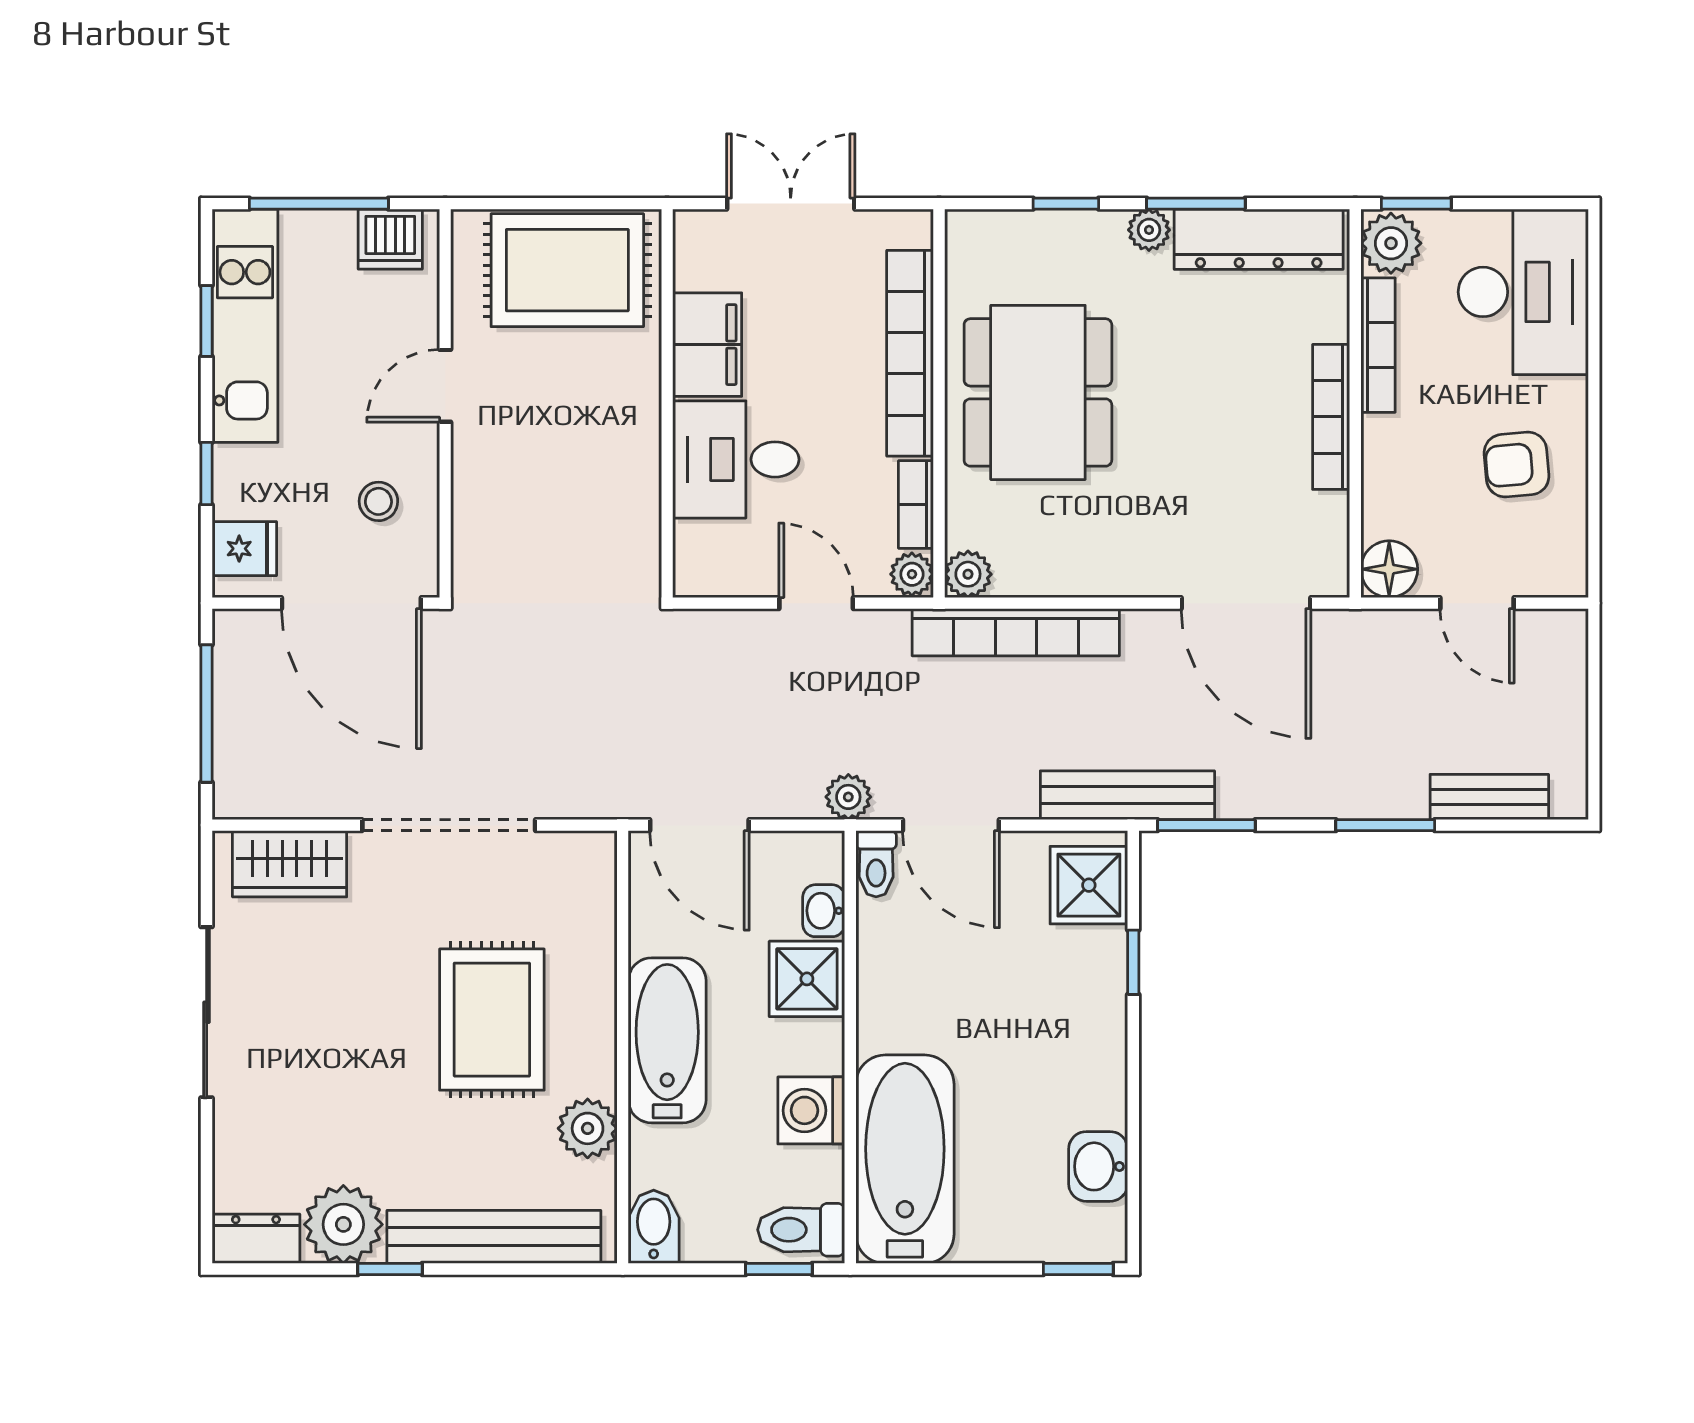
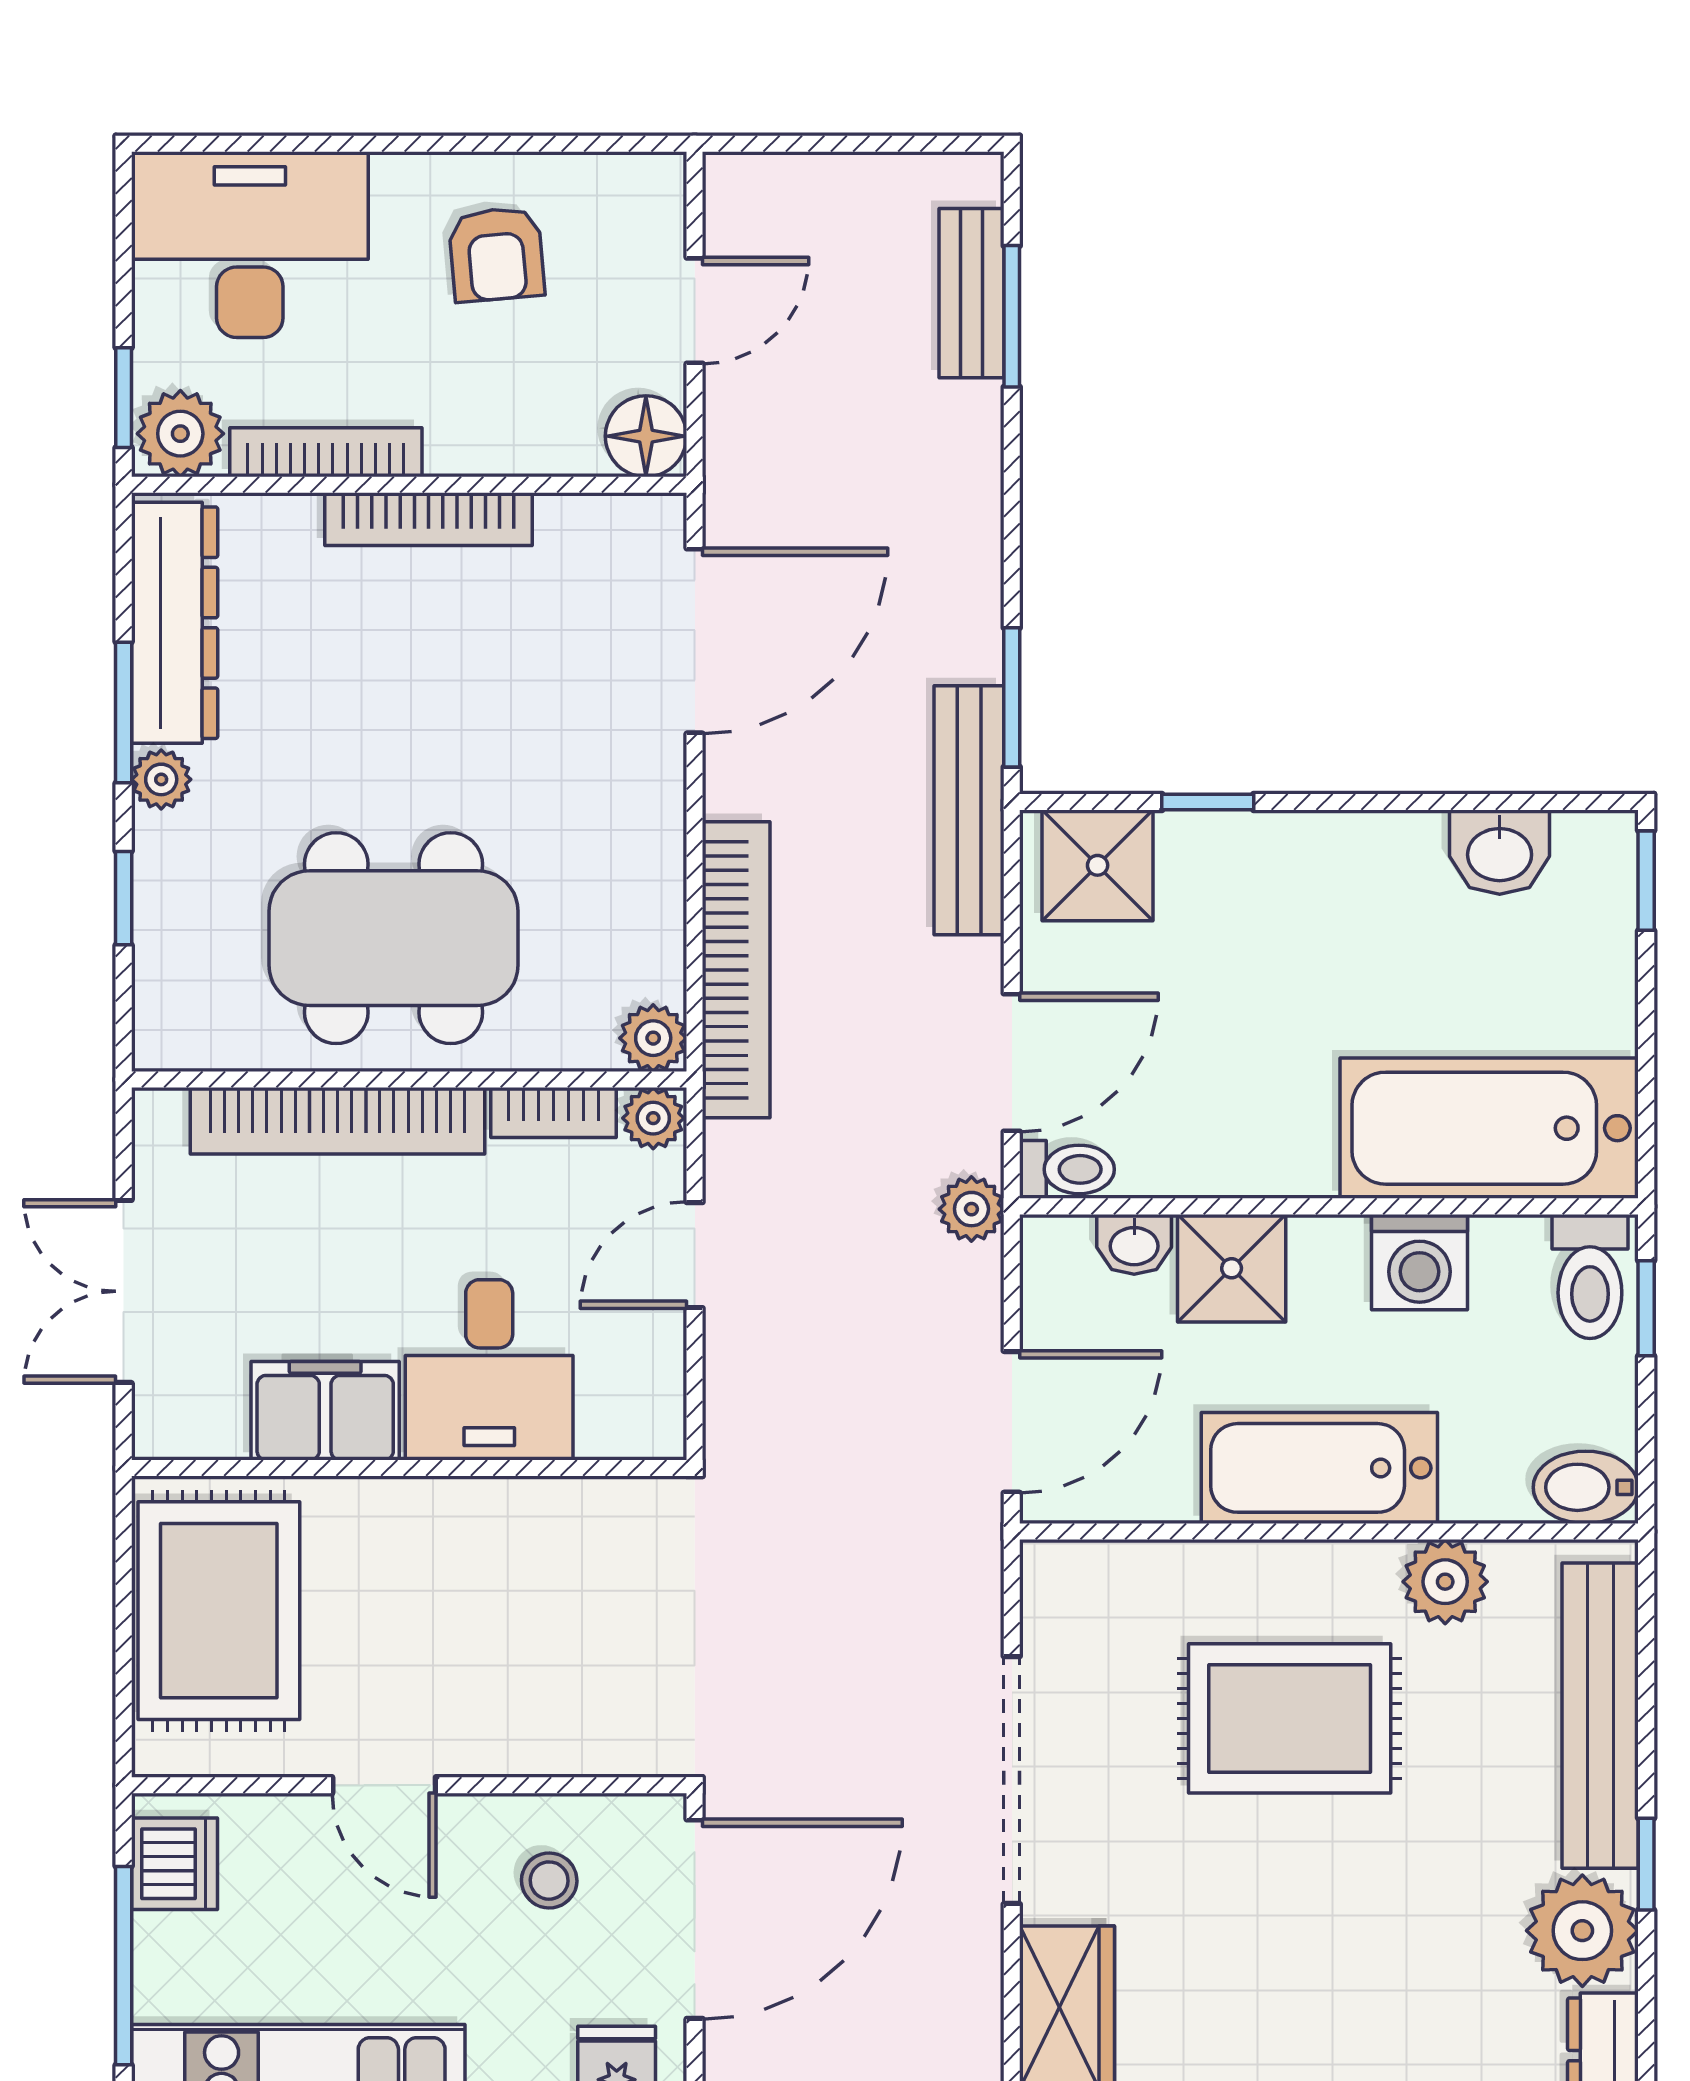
window: (1385, 825) -> (1012, 316), moved

